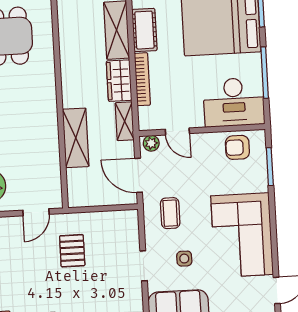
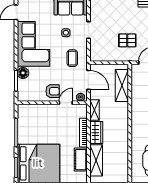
desk: (234, 102) -> (34, 117), removed
door: (177, 131) -> (66, 103), hinge flipped
shelving: (76, 138) -> (122, 85), moved
armchair: (237, 147) -> (53, 91), moved
floor lamp: (258, 181) -> (23, 73), added
pallet: (72, 251) -> (127, 40), turned 90

